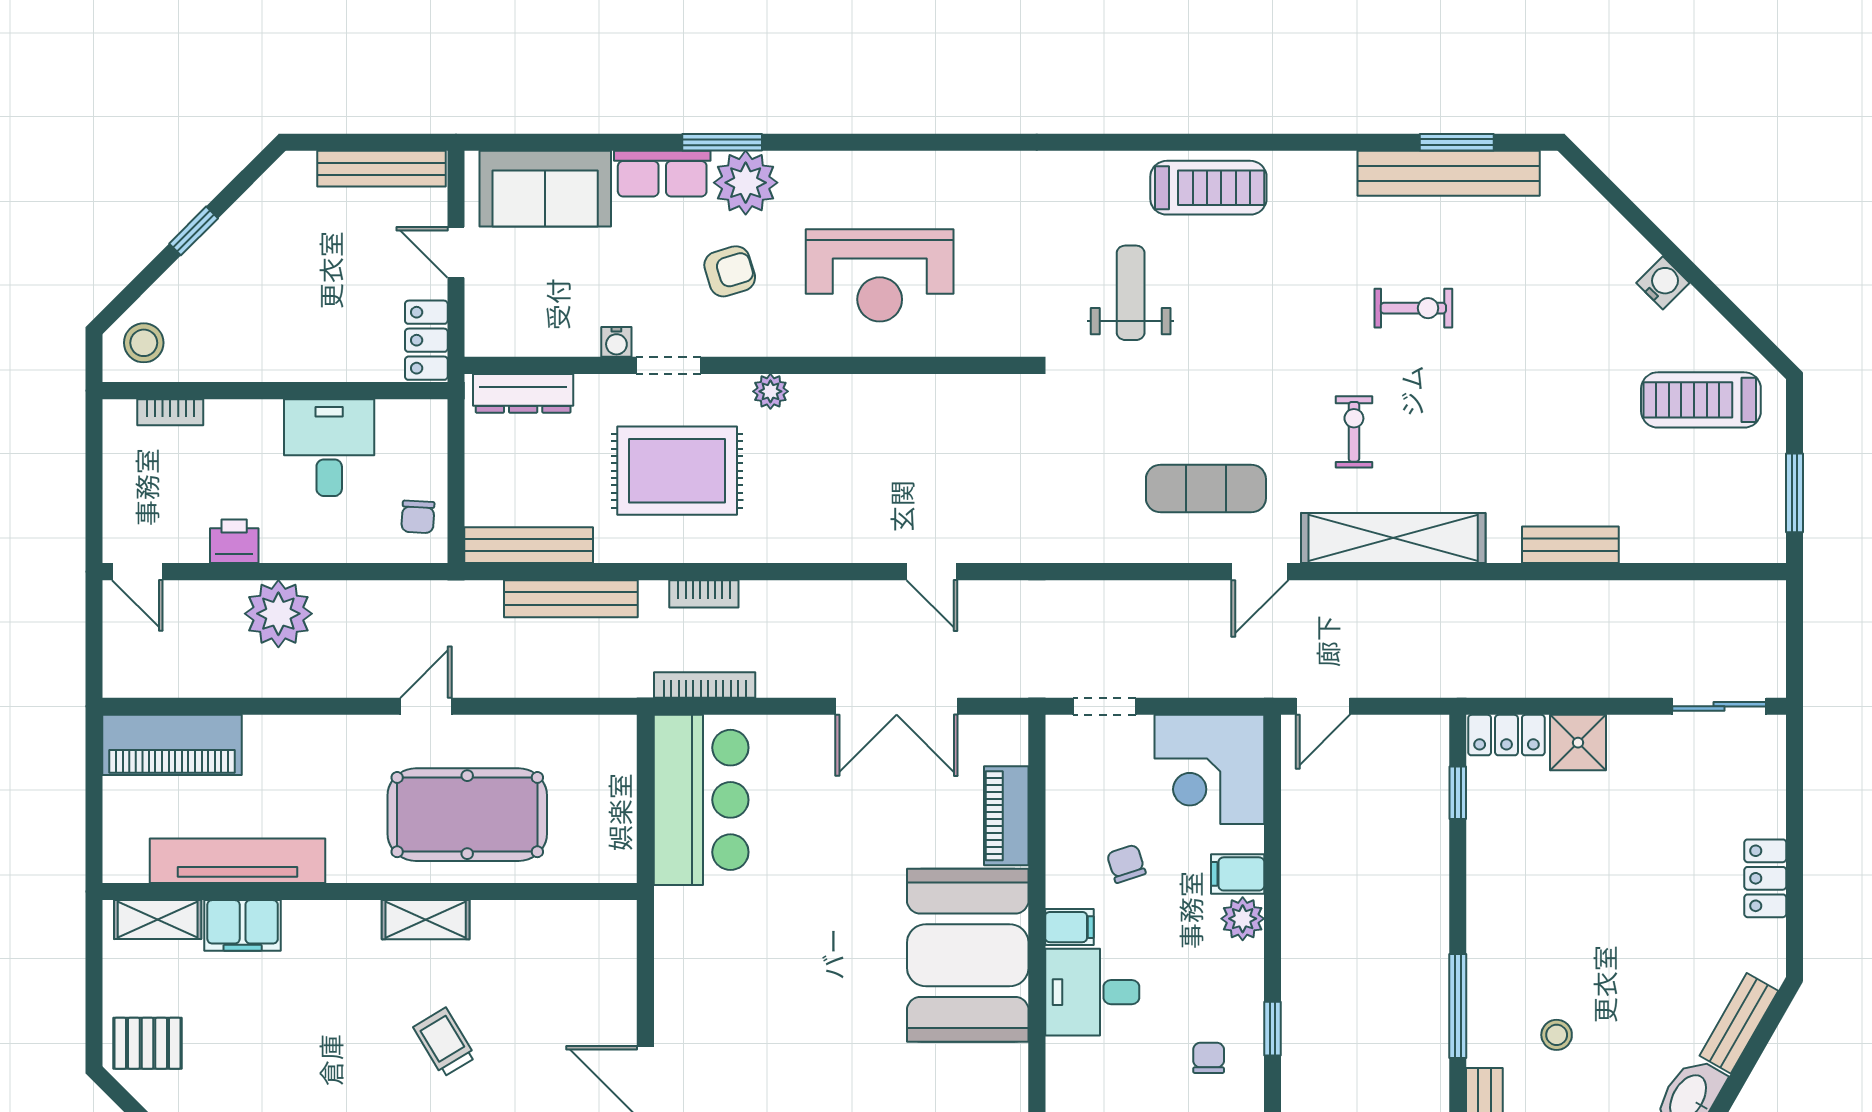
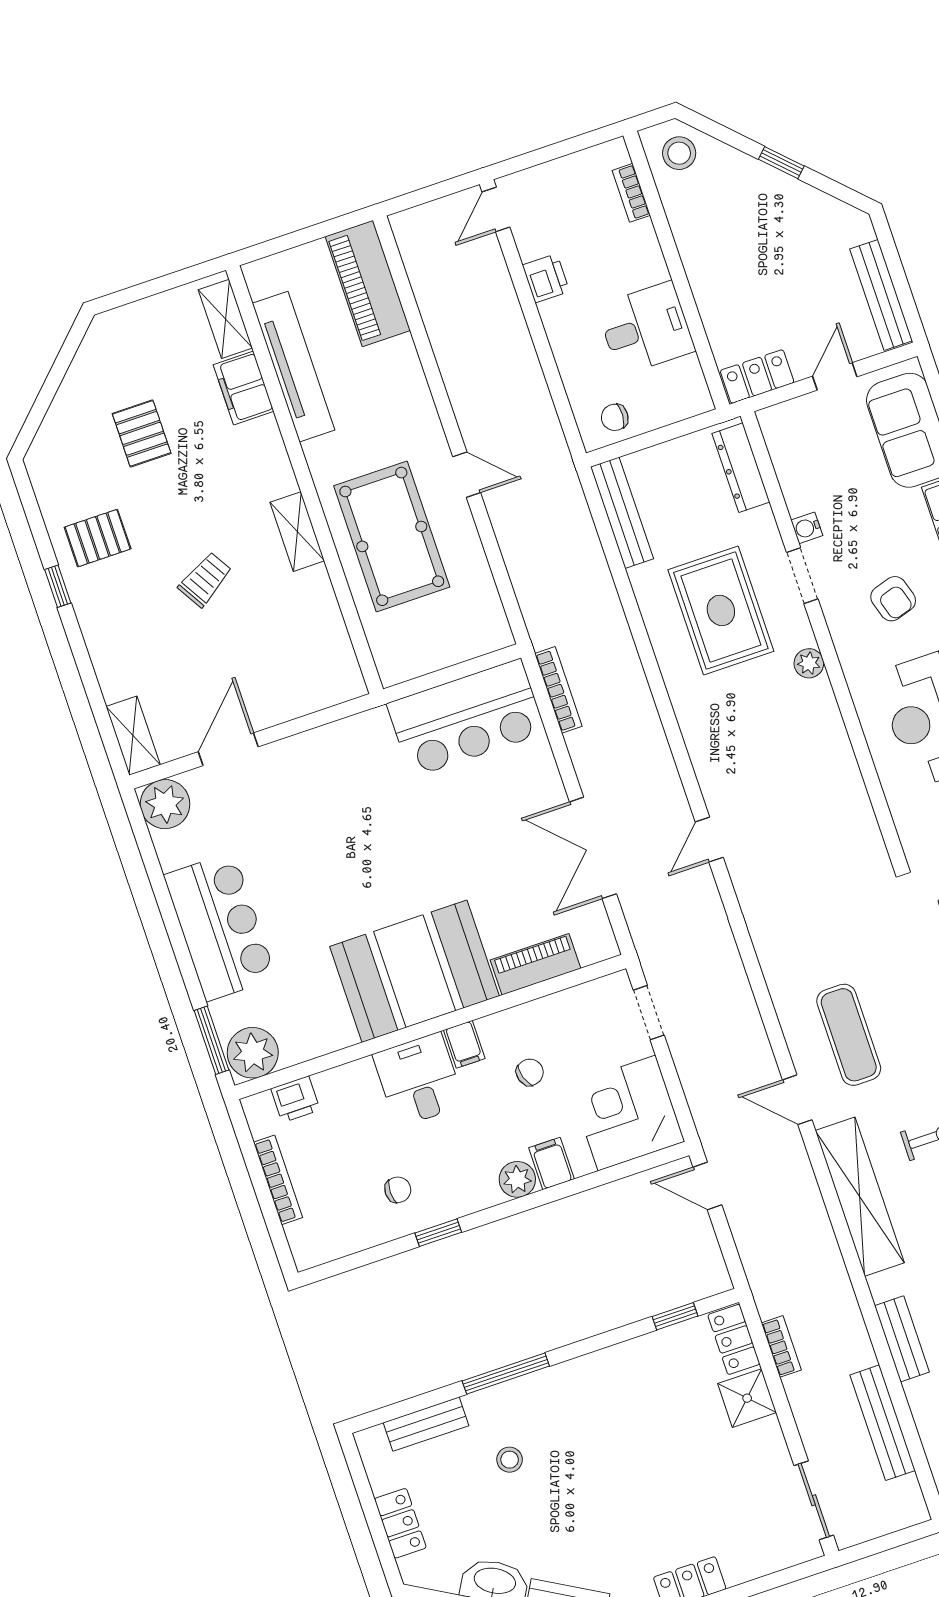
bookcase: (704, 594) -> (781, 1346), moved, turned 180
bench: (571, 599) -> (883, 1423), moved
plant: (278, 614) -> (500, 333), removed
pallet: (148, 1043) -> (142, 433), moved

